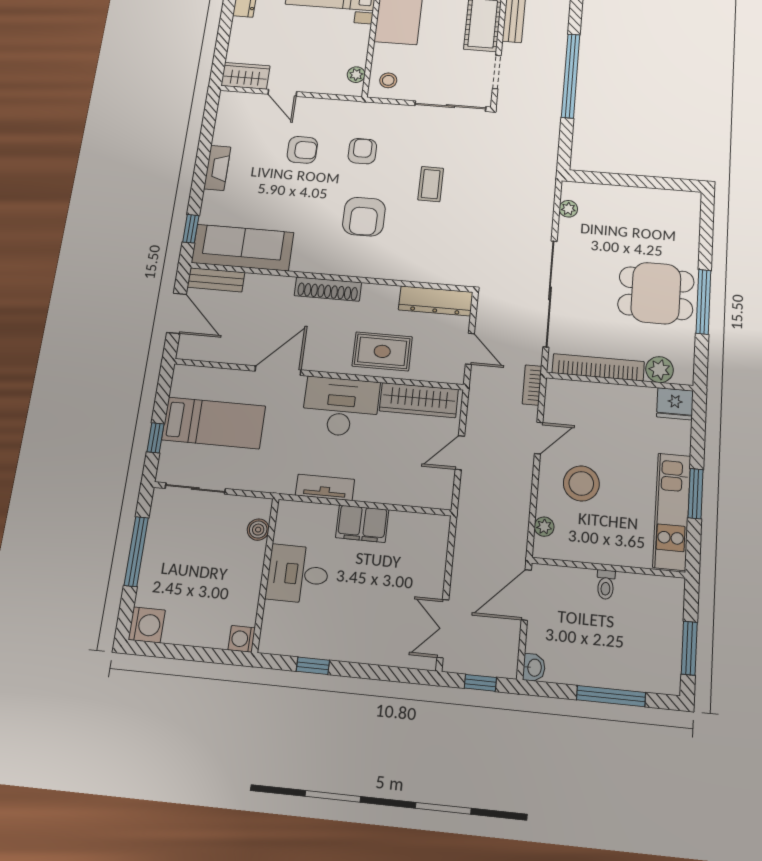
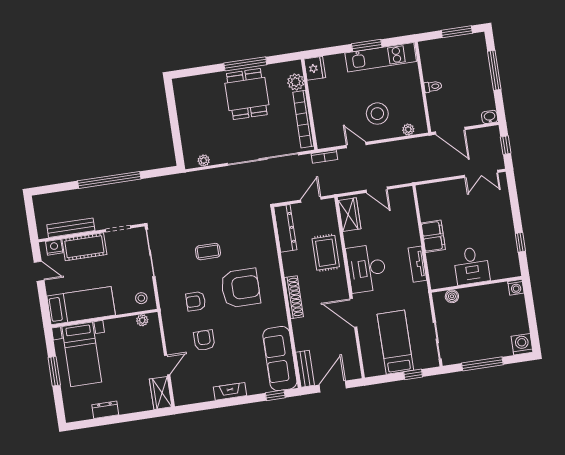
armchair: (364, 217) -> (240, 288), width x1.36, depth x1.36
wardrobe: (419, 400) -> (349, 215), width x0.67

